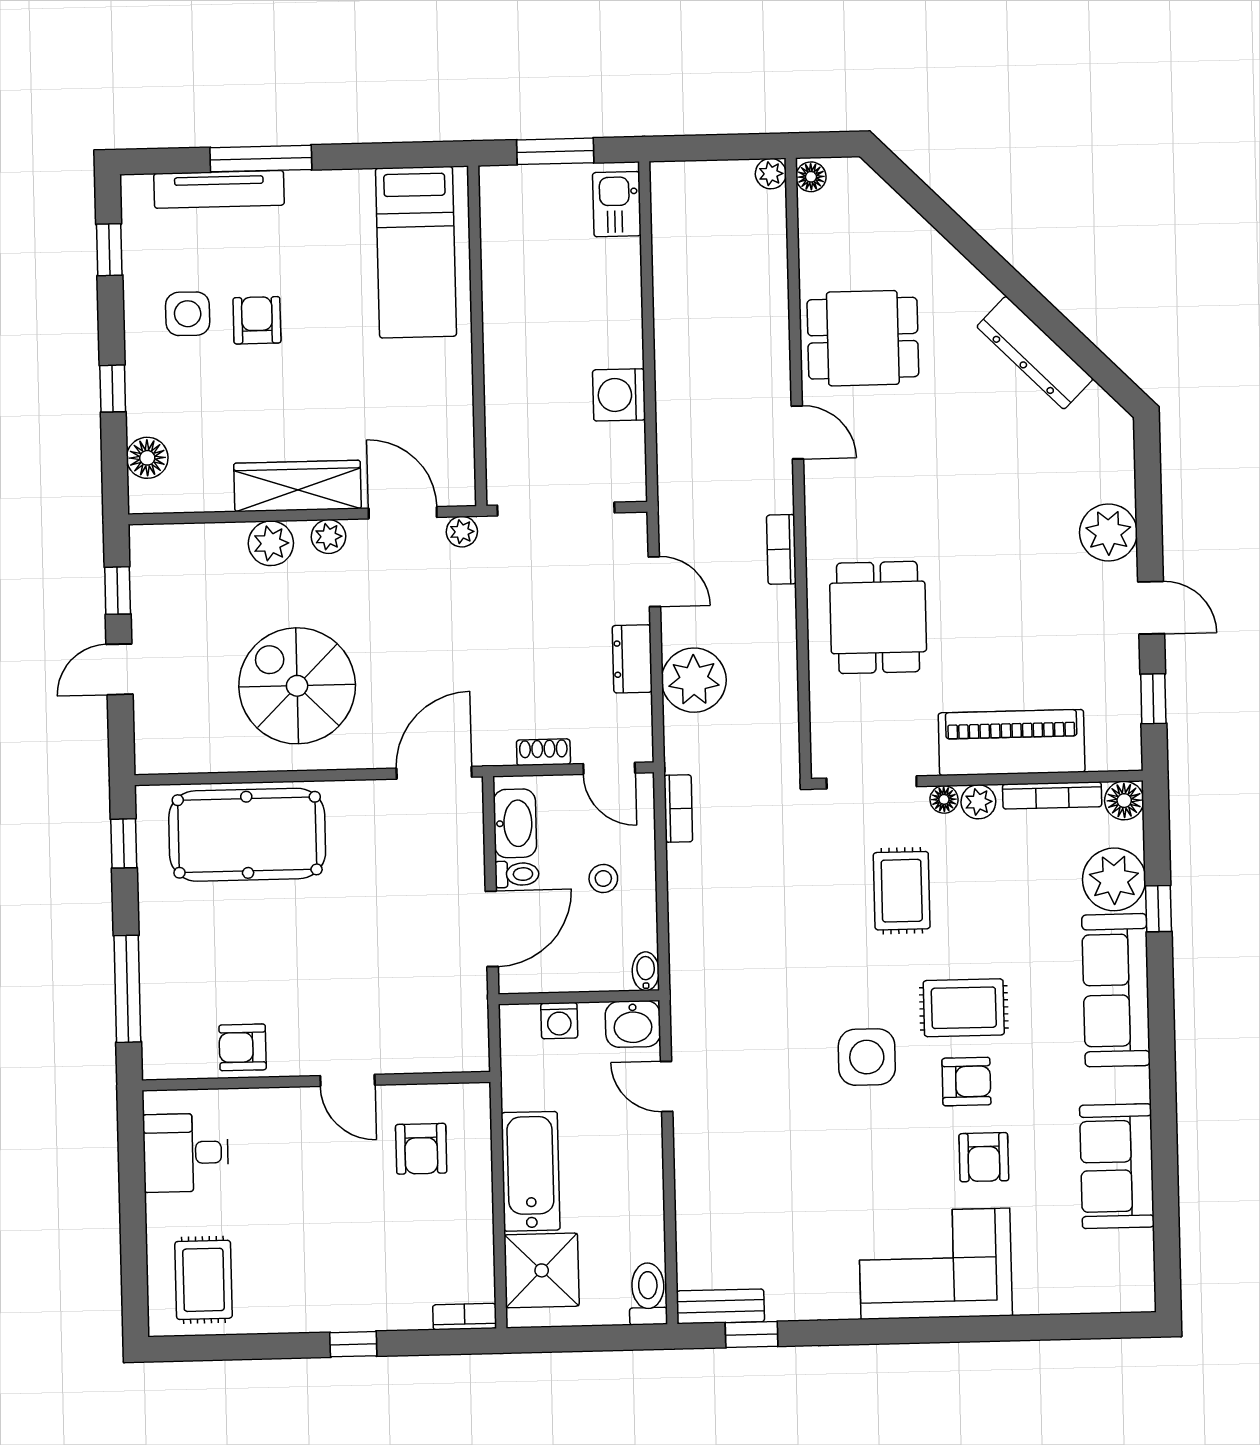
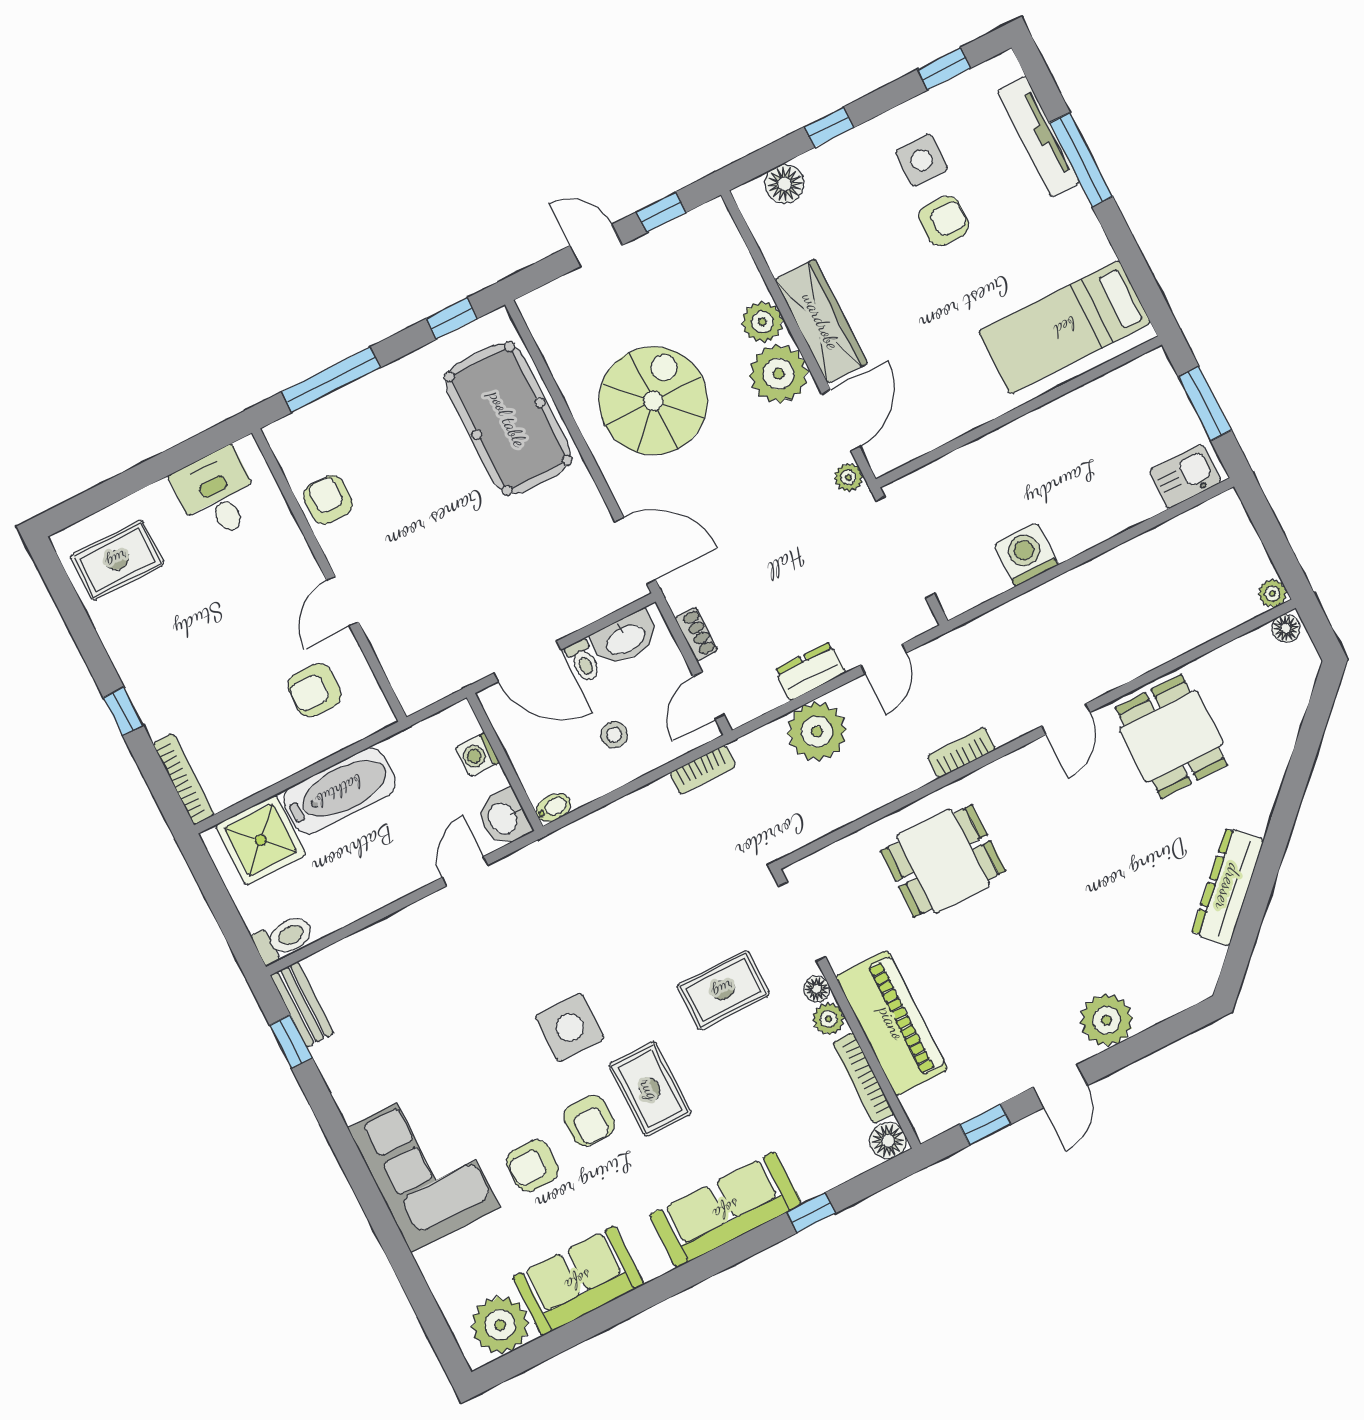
plant: (328, 537) -> (779, 374), width x1.87, depth x1.87
plant: (1114, 879) -> (500, 1325), moved
bookcase: (465, 1317) -> (184, 779), width x1.56

